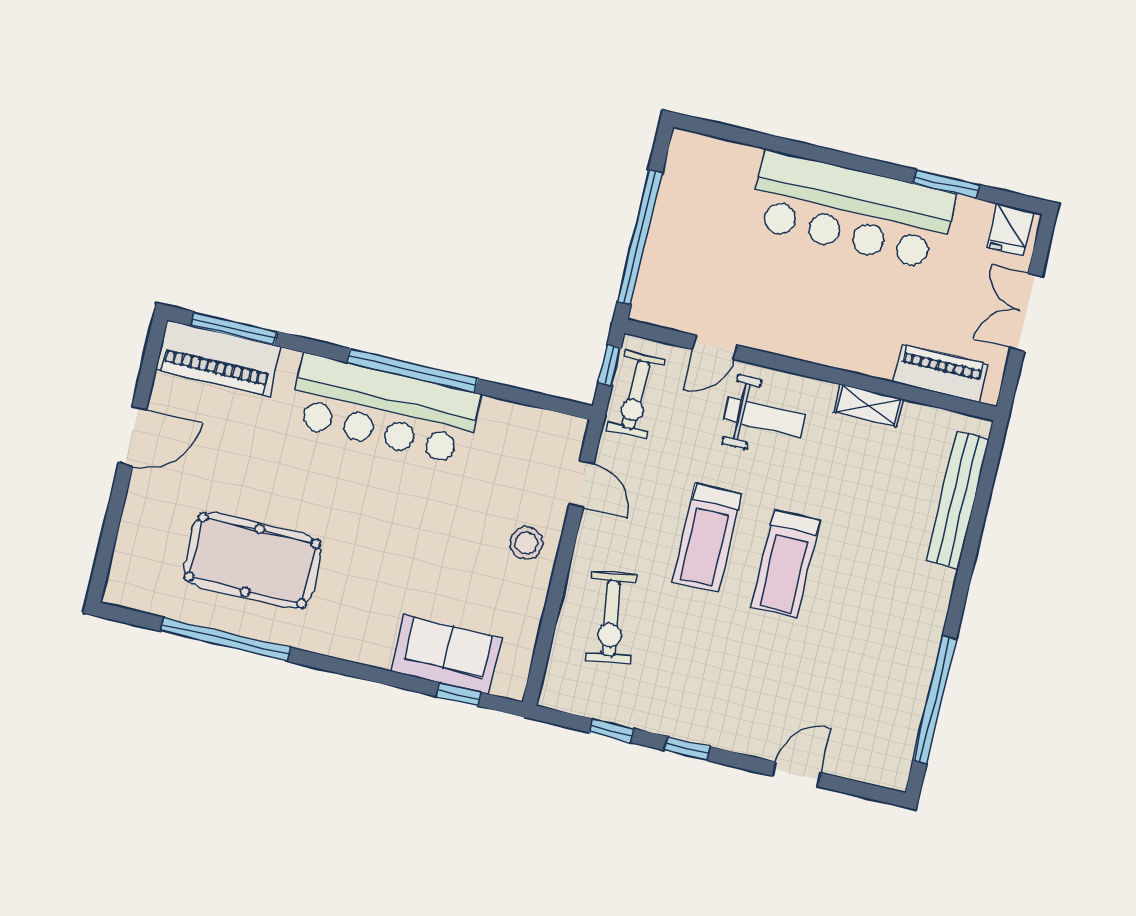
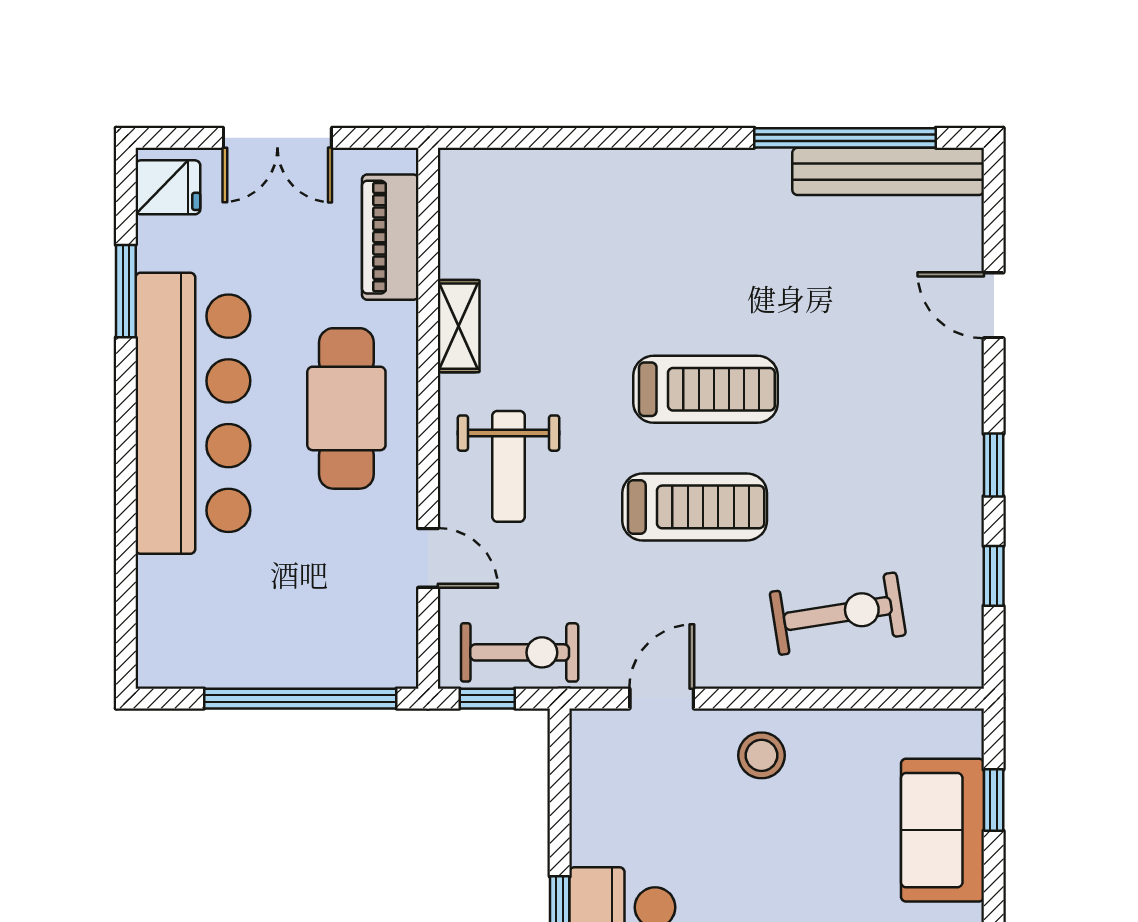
cafe table: (830, 316) -> (346, 408), added
weight bench: (765, 417) -> (508, 466), turned 180
bench: (958, 500) -> (888, 171), moved

